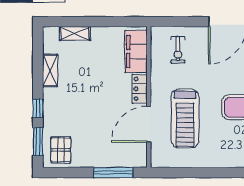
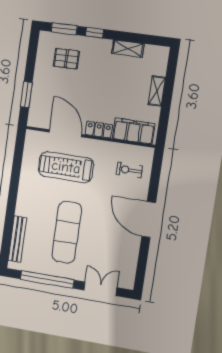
shelving: (75, 33) -> (157, 91), moved
pallet: (61, 150) -> (66, 59), moved
window: (113, 173) -> (26, 94), width x0.69

